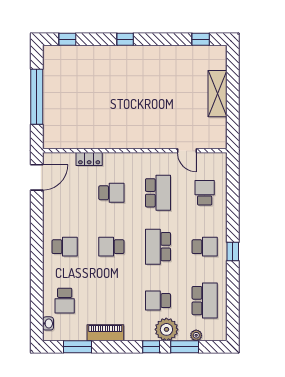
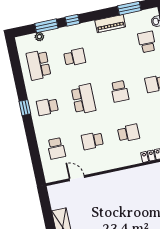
school desk: (111, 193) -> (129, 133), turned 180
school desk: (158, 193) -> (92, 141), width x0.54
school desk: (111, 247) -> (120, 91), turned 90
plant: (166, 329) -> (63, 36), removed

